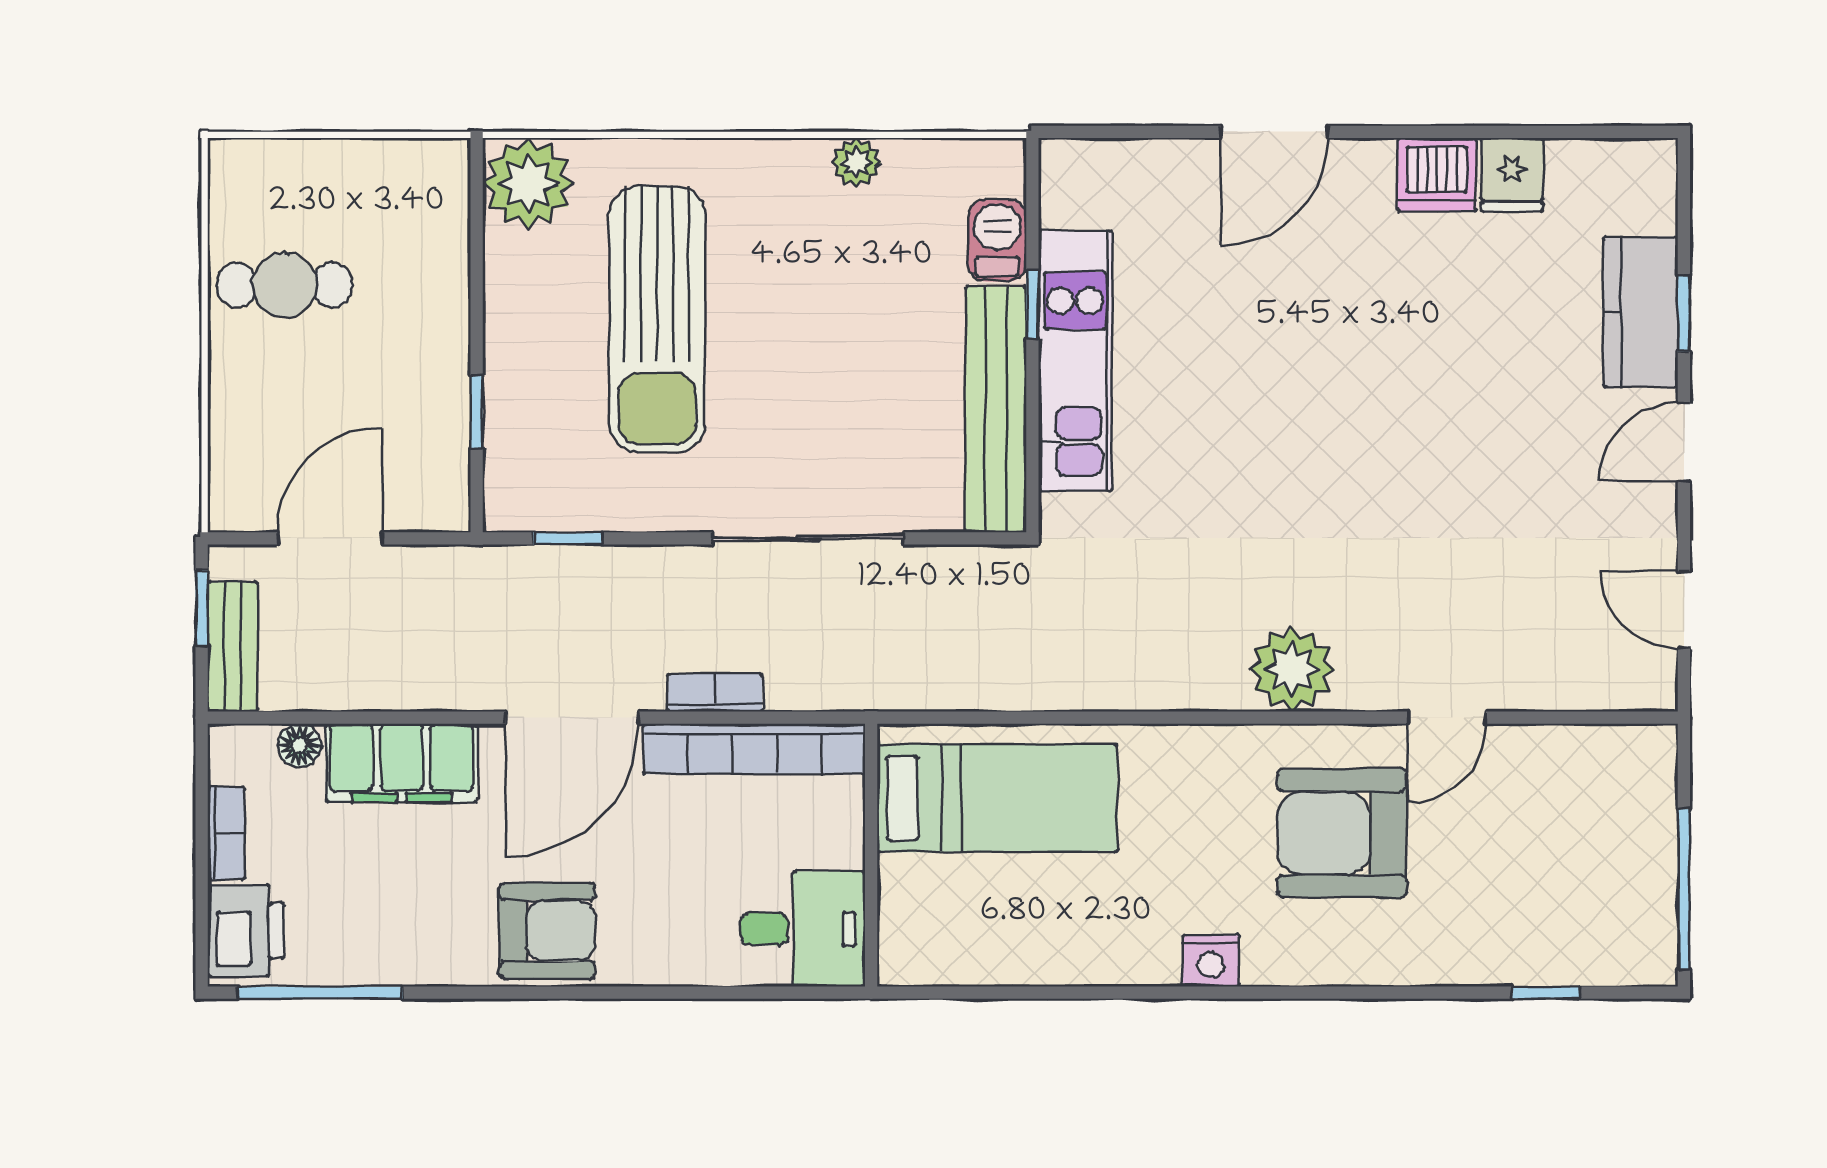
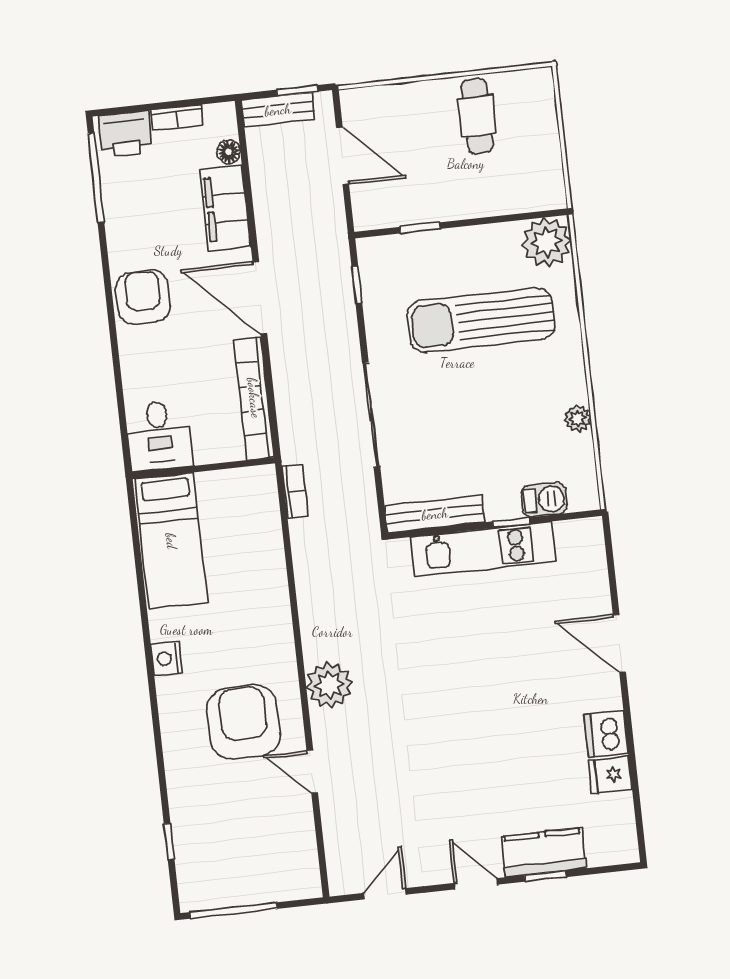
bench: (996, 409) -> (435, 514), width x0.73, depth x0.82
bookcase: (715, 693) -> (295, 492), moved
bed: (997, 798) -> (171, 541), moved
armchair: (547, 931) -> (143, 297), turned 180

